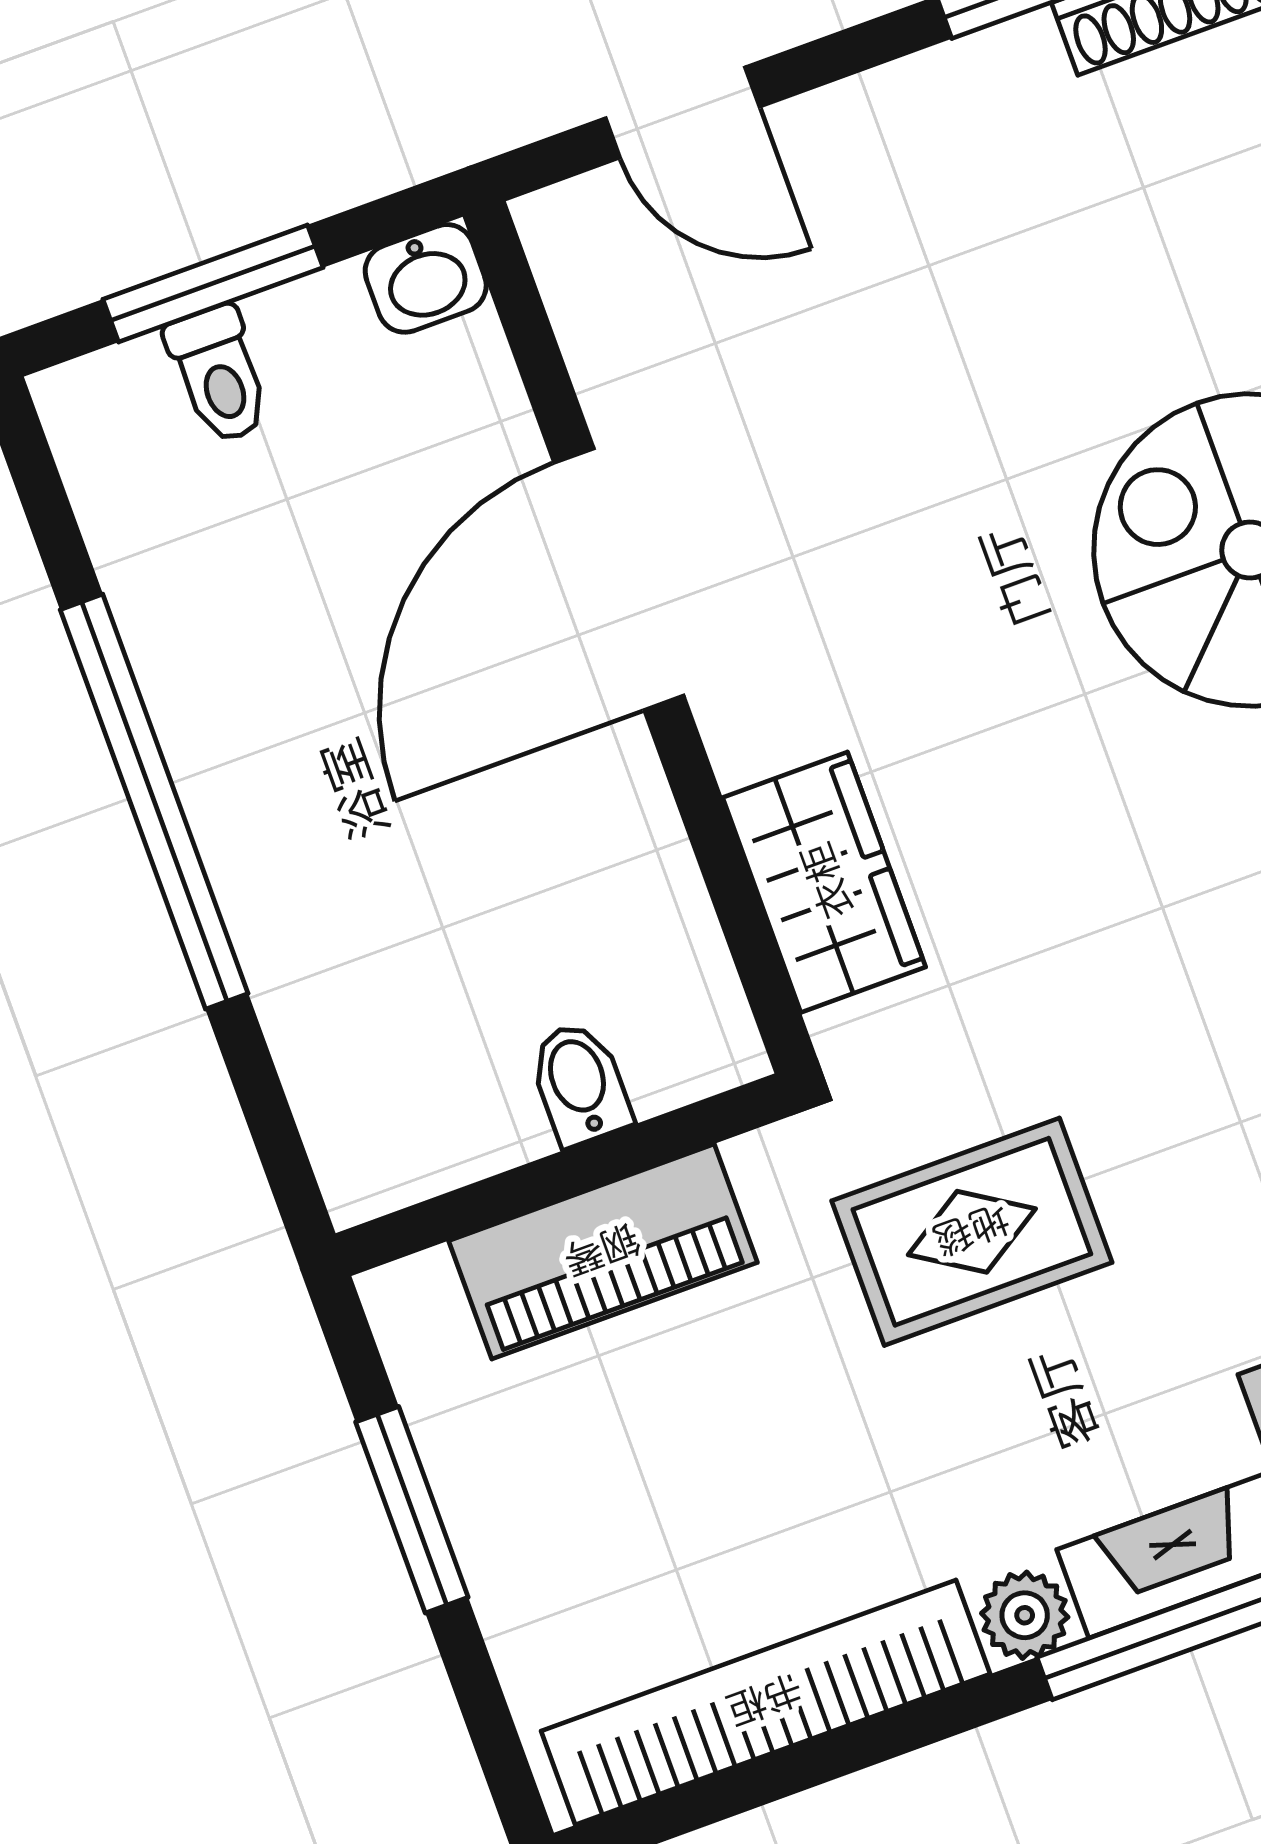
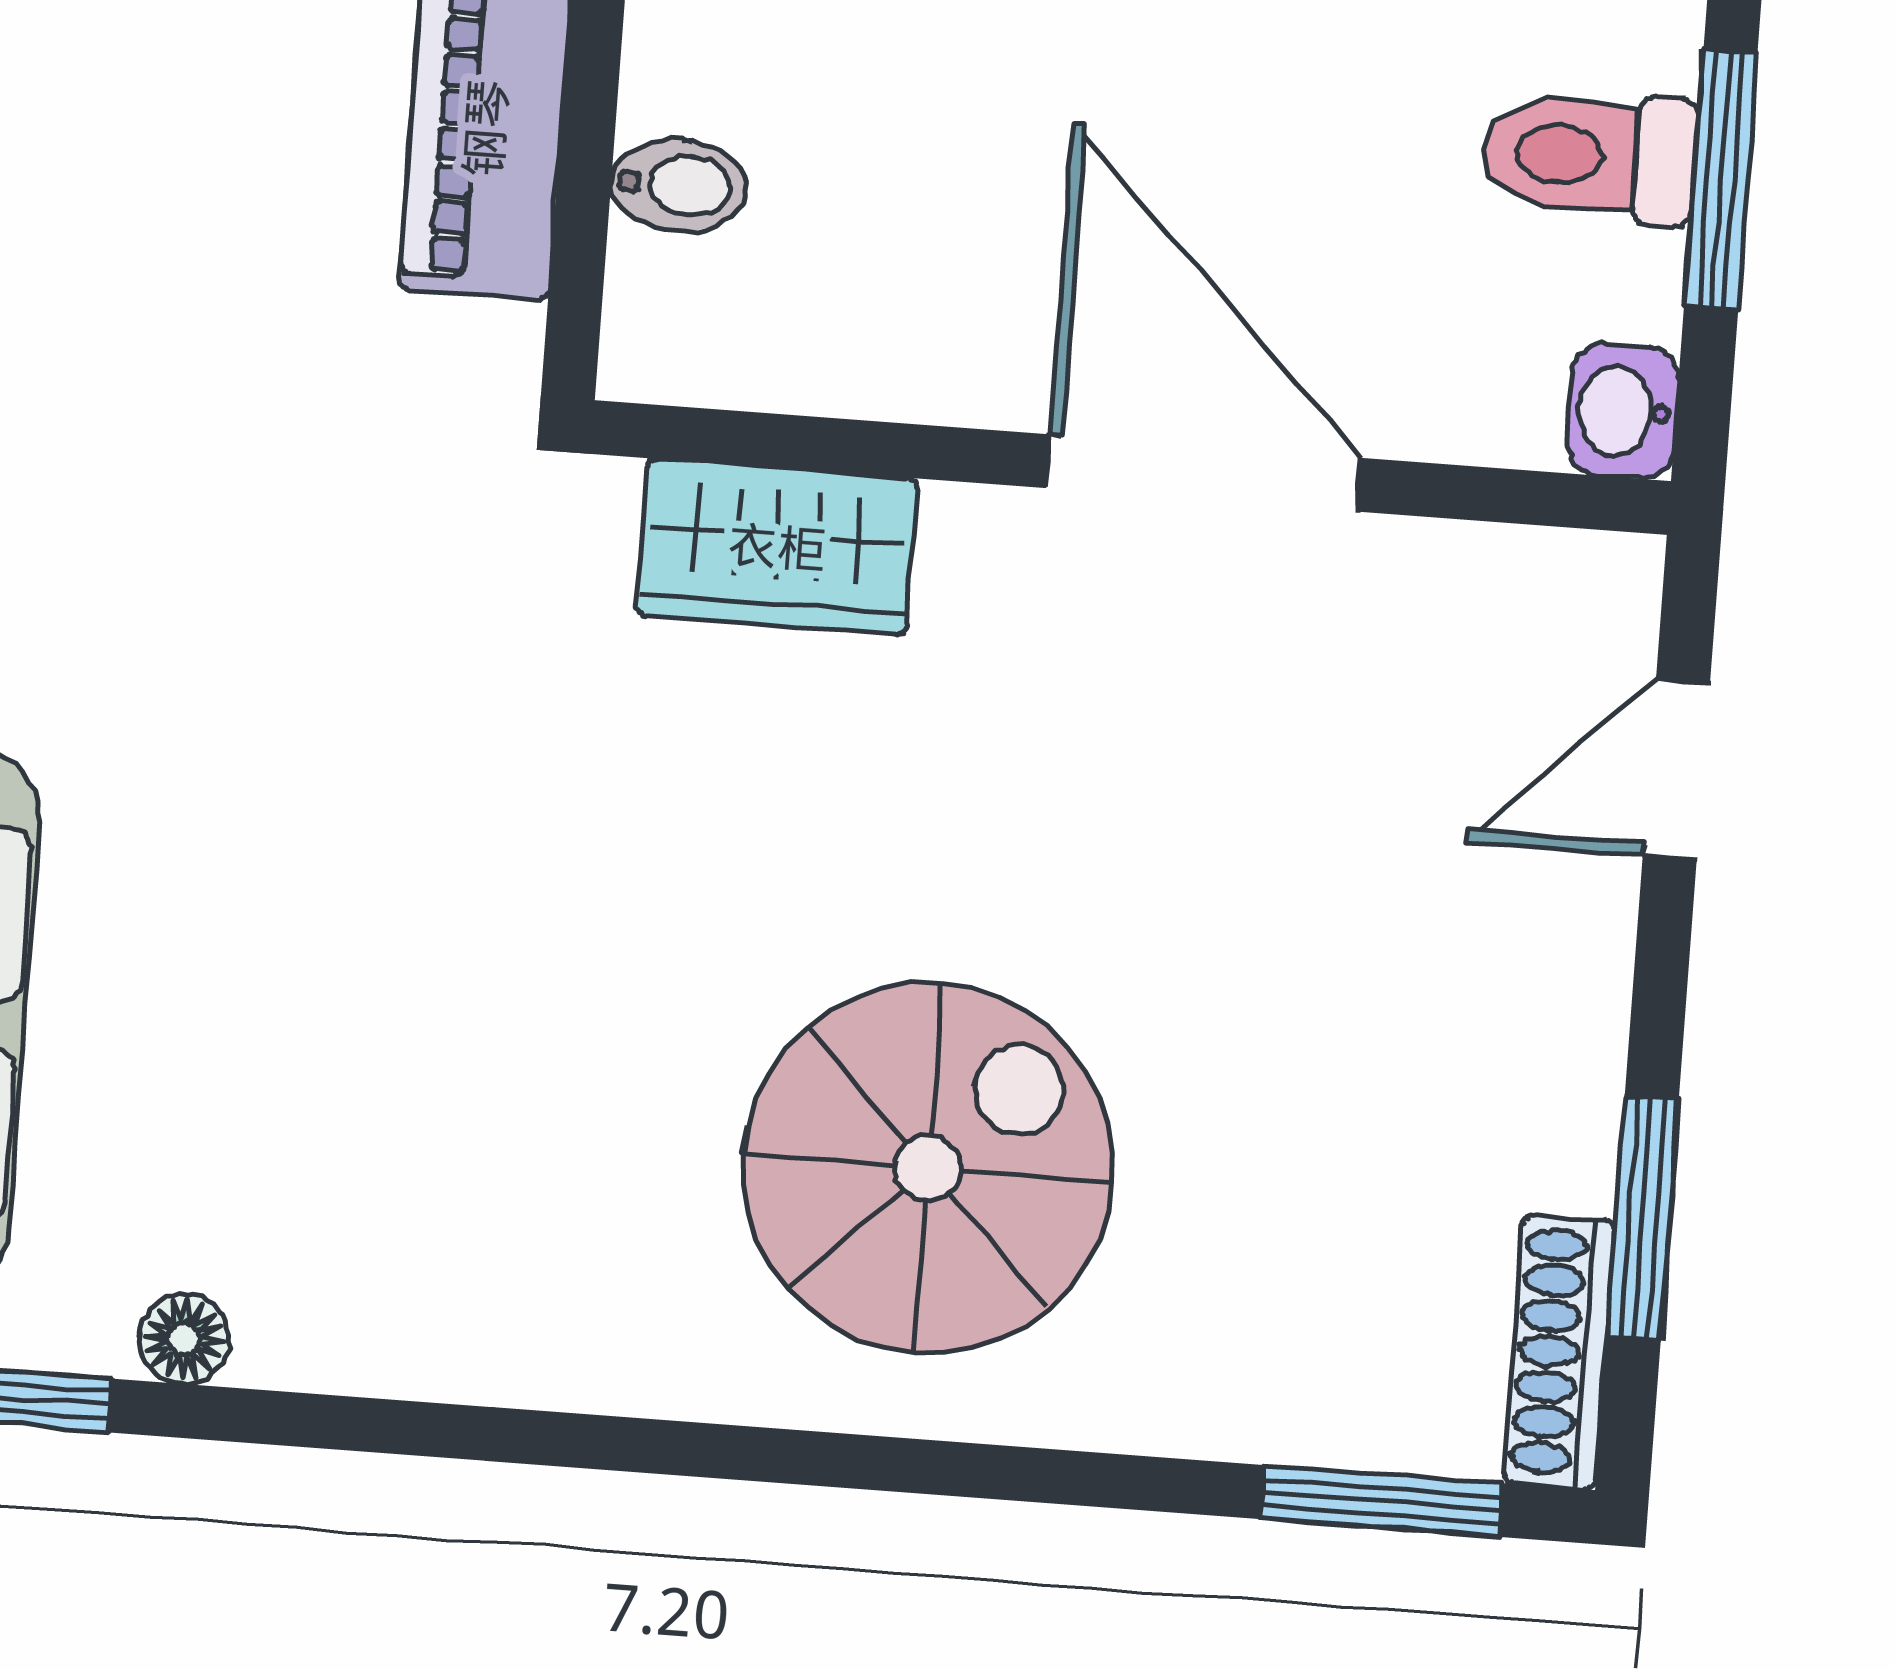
toilet: (219, 375) -> (1589, 156), width x1.37, depth x1.39
rug: (972, 1232) -> (328, 536), removed

